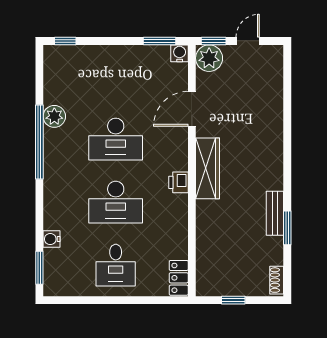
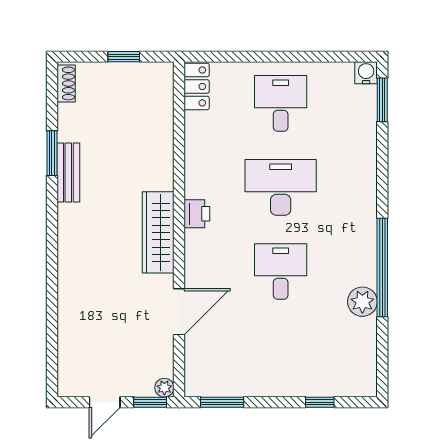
window: (65, 41) -> (320, 402), moved
water cooler: (180, 53) -> (195, 386), removed
plant: (209, 58) -> (164, 388), width x0.53, depth x0.53
desk: (116, 139) -> (281, 271), width x0.73
water cooler: (52, 239) -> (366, 73), moved, turned -90

